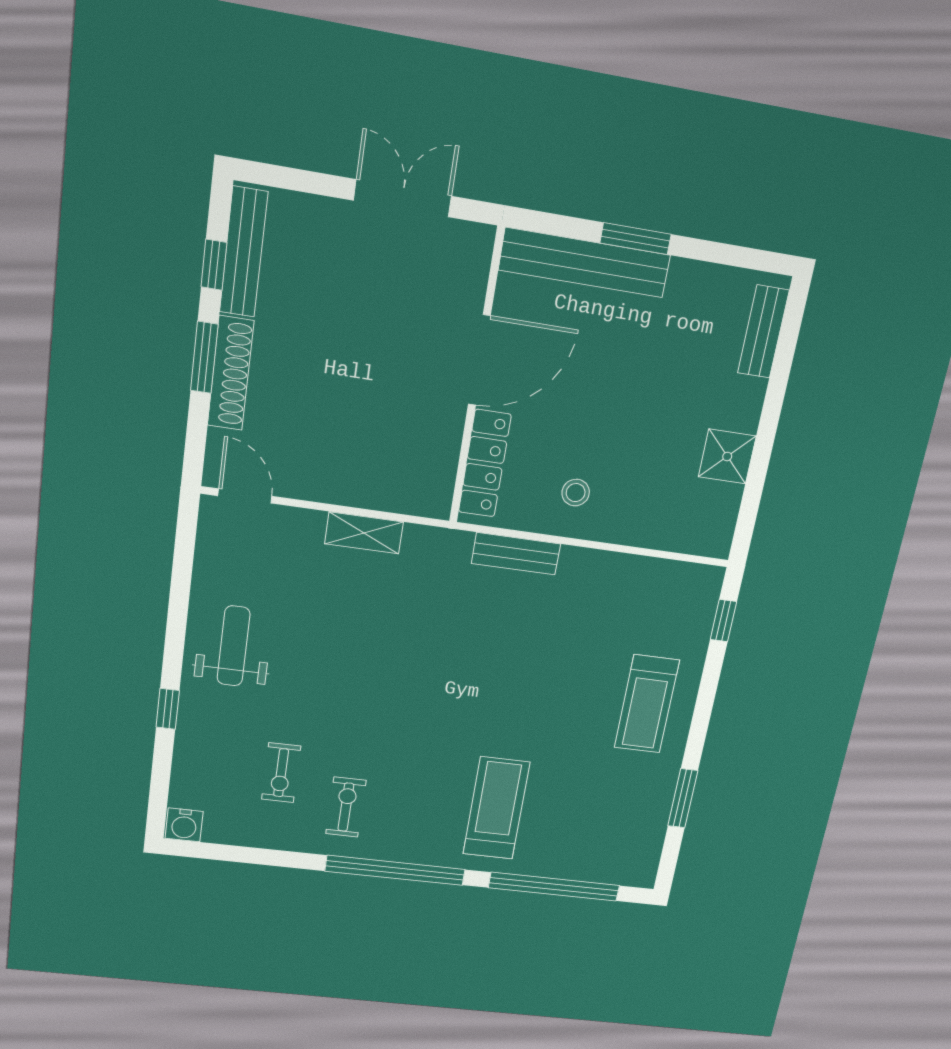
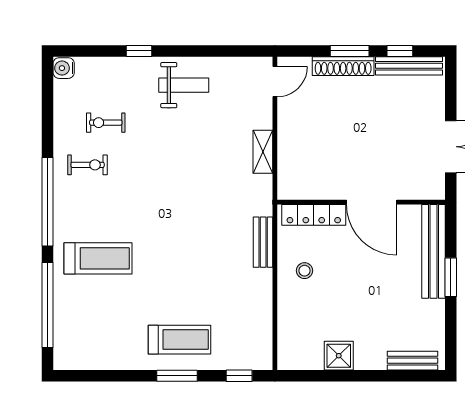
treadmill: (647, 704) -> (179, 340), turned 180
window: (683, 798) -> (177, 376), moved

